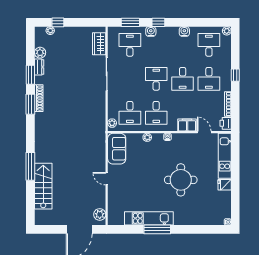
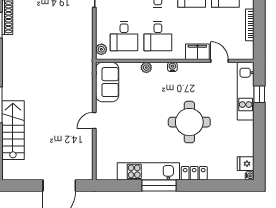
printer: (226, 123) -> (247, 50), removed
window: (235, 158) -> (259, 94), added
door: (107, 179) -> (94, 120), hinge flipped
fridge: (225, 185) -> (246, 164), moved
plant: (100, 214) -> (85, 166), removed
locker: (185, 220) -> (194, 173), added

